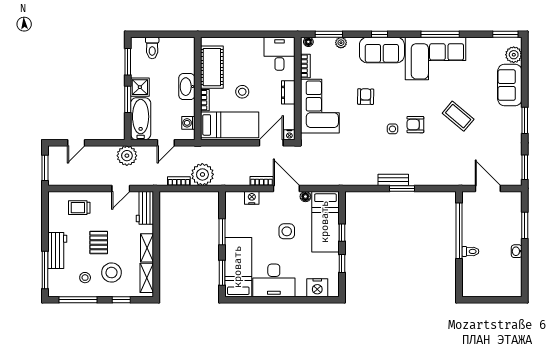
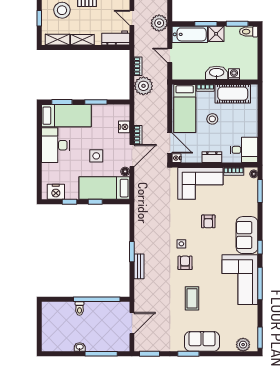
window: (380, 34) -> (260, 247), moved
plant: (341, 43) -> (253, 201), removed
toilet: (152, 48) -> (249, 32), moved
sofa: (510, 85) -> (202, 341), moved
armchair: (366, 97) -> (208, 221), turned 89
coffee table: (458, 116) -> (192, 298), turned -40
washing machine: (188, 123) -> (234, 74), moved
bench: (393, 180) -> (139, 266), moved
window: (525, 225) -> (101, 354), width x1.44
nightstand: (317, 288) -> (56, 192), moved, turned -90

